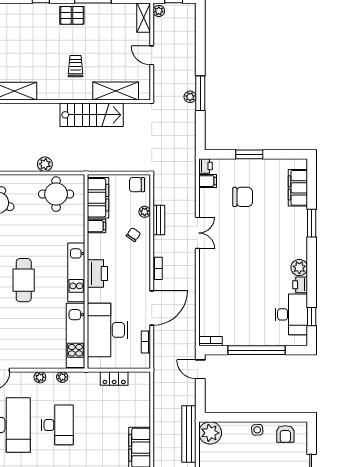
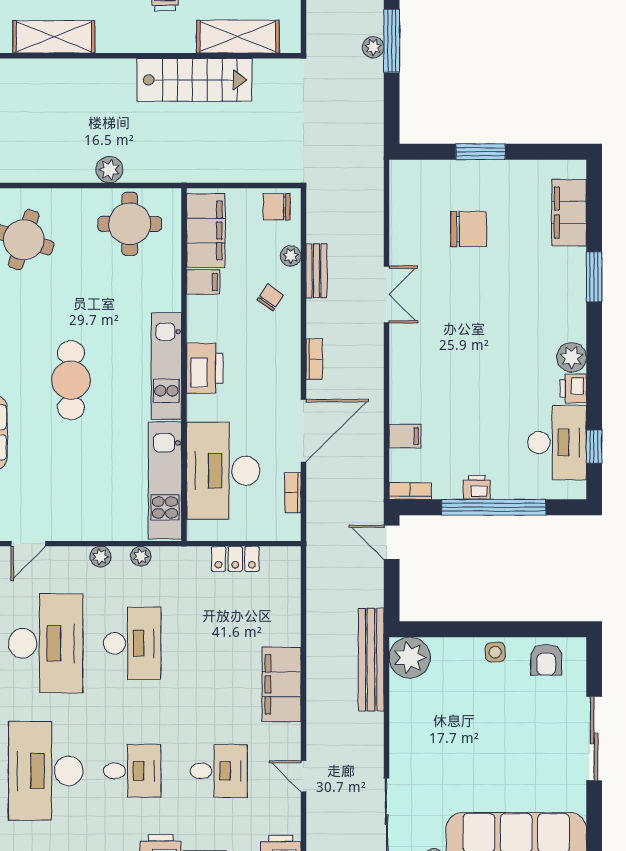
printer: (205, 166) -> (477, 487), moved, turned -90
filing cabinet: (208, 181) -> (405, 436), moved

